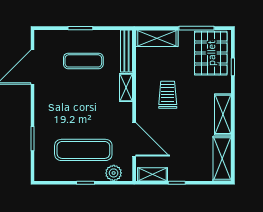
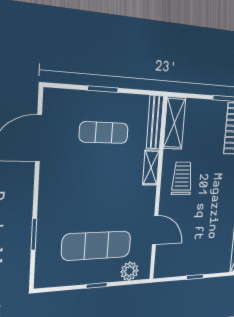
shelving: (157, 38) -> (174, 123), moved, turned 90
trolley: (168, 95) -> (182, 178), moved
door: (134, 139) -> (155, 230), width x0.73
shelving: (153, 174) -> (171, 269), removed

